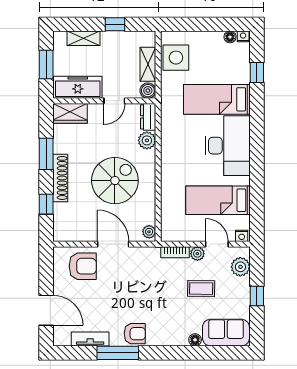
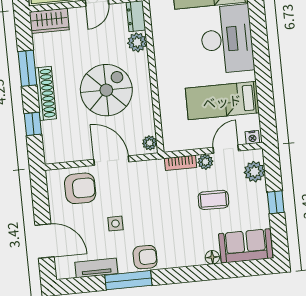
door: (217, 244) -> (226, 149), hinge flipped
side table: (111, 301) -> (115, 224), added

